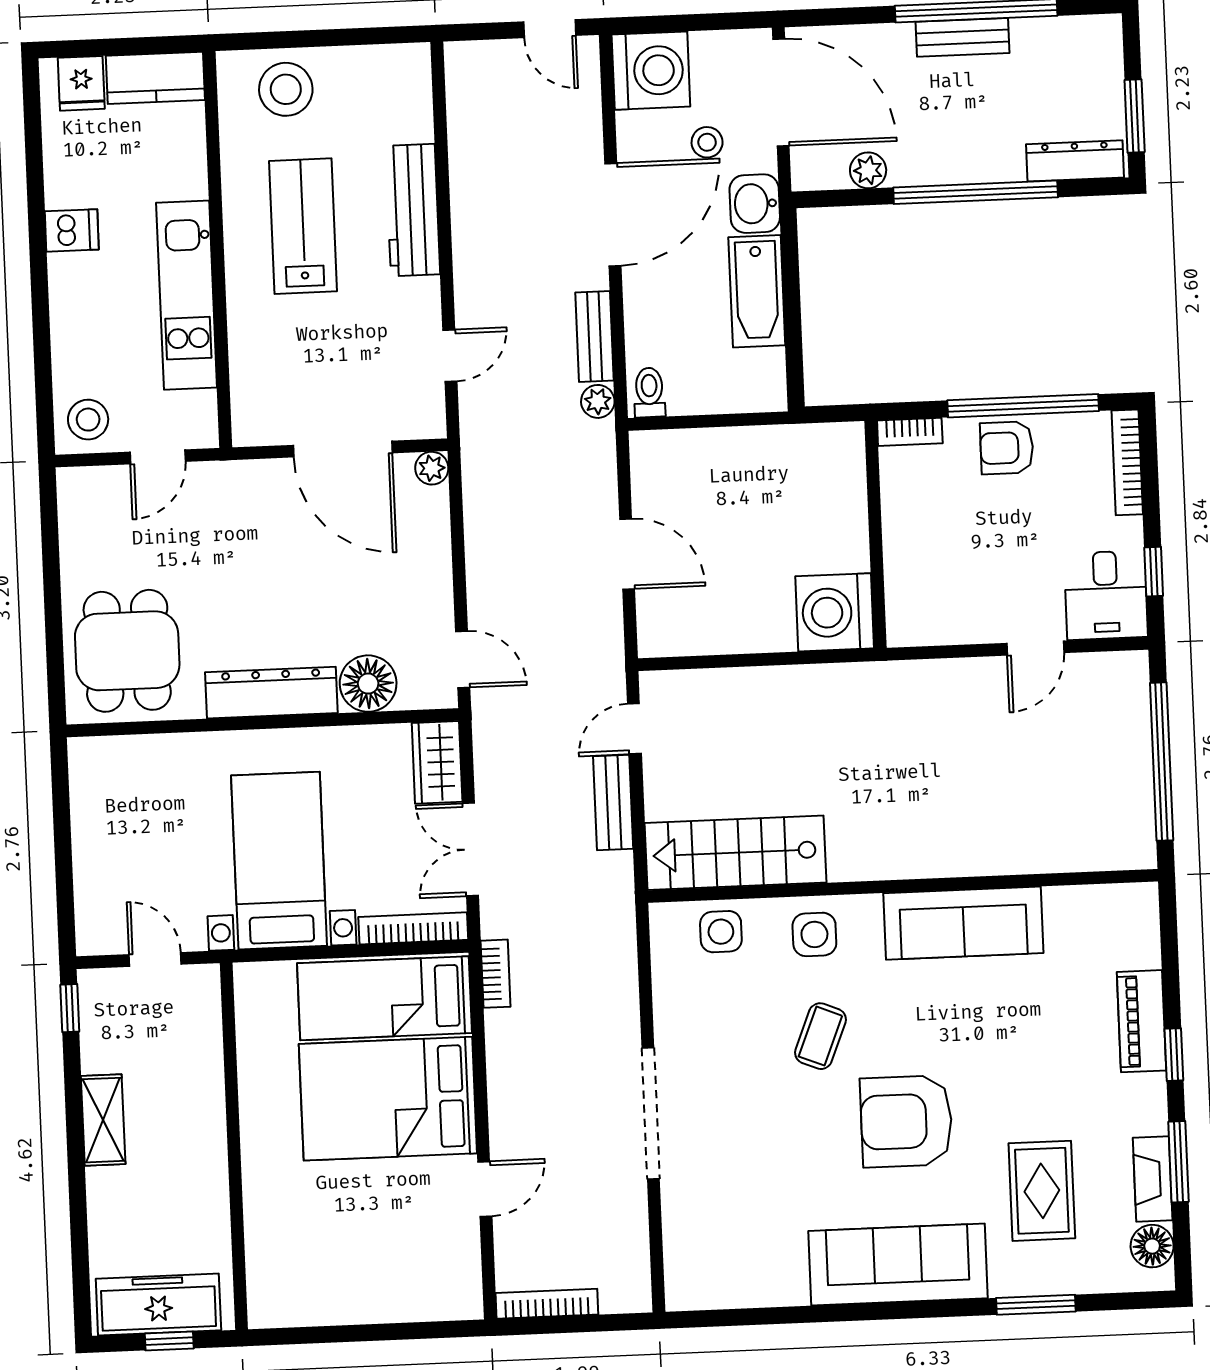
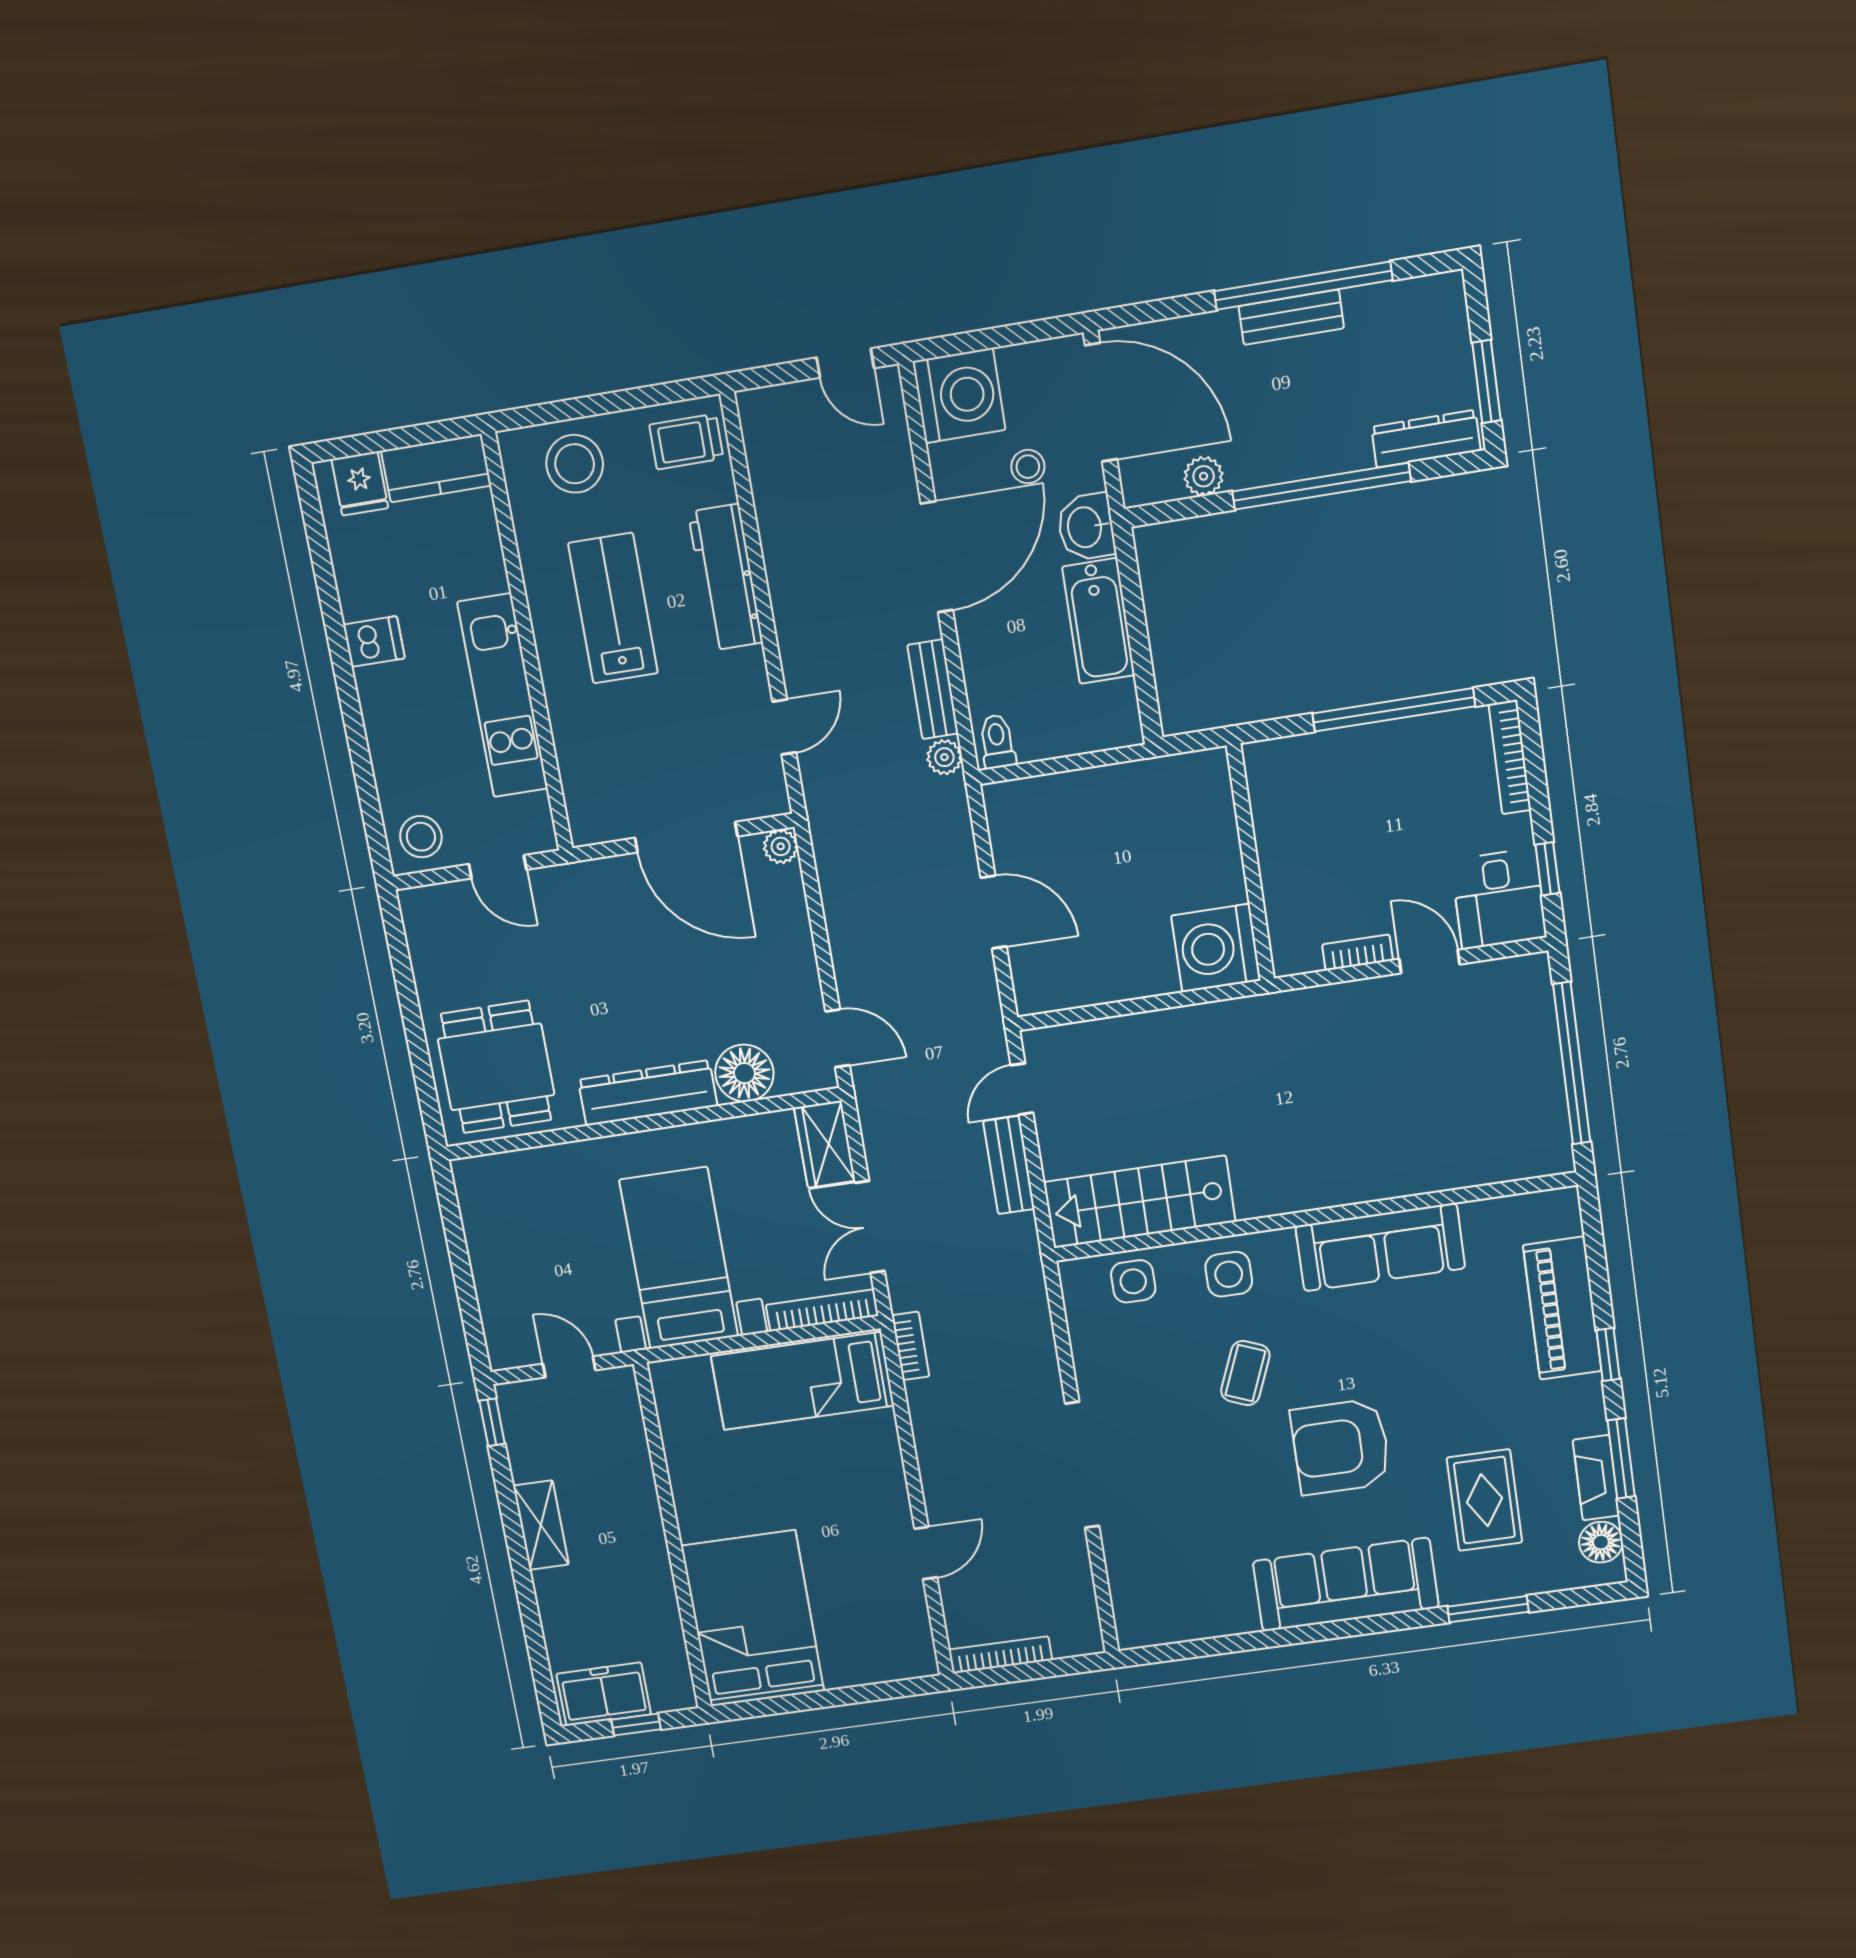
trolley: (393, 82) -> (686, 442), added
bookcase: (910, 432) -> (1357, 952), moved, turned 180
armchair: (1007, 448) -> (1380, 756), removed
door: (158, 457) -> (498, 867), hinge flipped
door: (1035, 648) -> (1429, 962), swing flipped
piano: (1141, 1021) -> (1562, 1308), width x1.37, depth x1.33
bed: (388, 1099) -> (753, 1619), moved, turned 90
freezer: (158, 1304) -> (604, 1694), width x0.71

